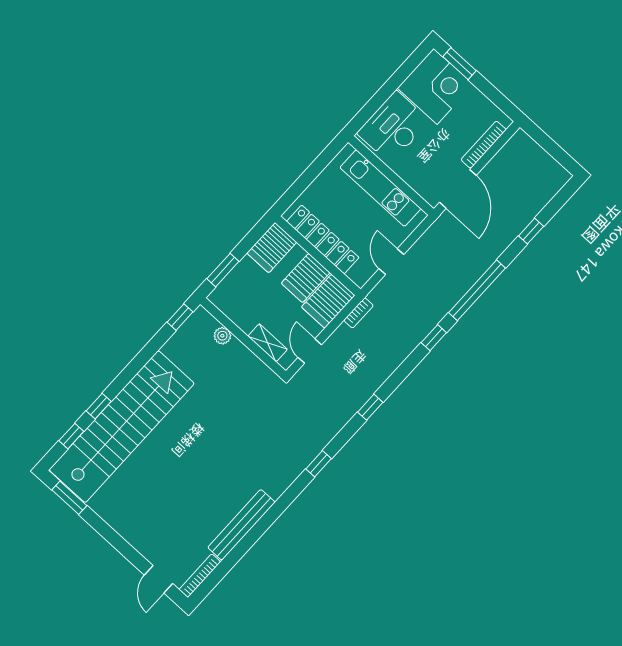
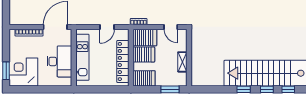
desk: (393, 127) -> (59, 61), moved, turned -90
window: (180, 317) -> (244, 89), moved
plant: (222, 336) -> (196, 66), removed
shelving: (268, 343) -> (182, 62), moved
door: (310, 351) -> (171, 27), hinge flipped

